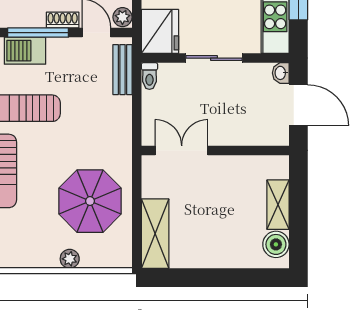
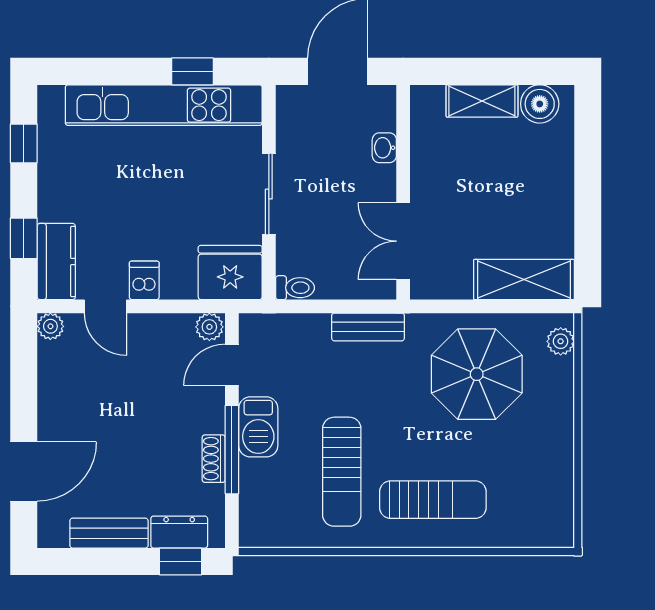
shoe rack: (63, 20) -> (214, 459), moved
barbecue: (25, 51) -> (258, 427), moved
bench: (122, 70) -> (368, 327), moved
washbasin: (281, 73) -> (384, 148), moved, turned 90
plant: (70, 259) -> (561, 341), moved

